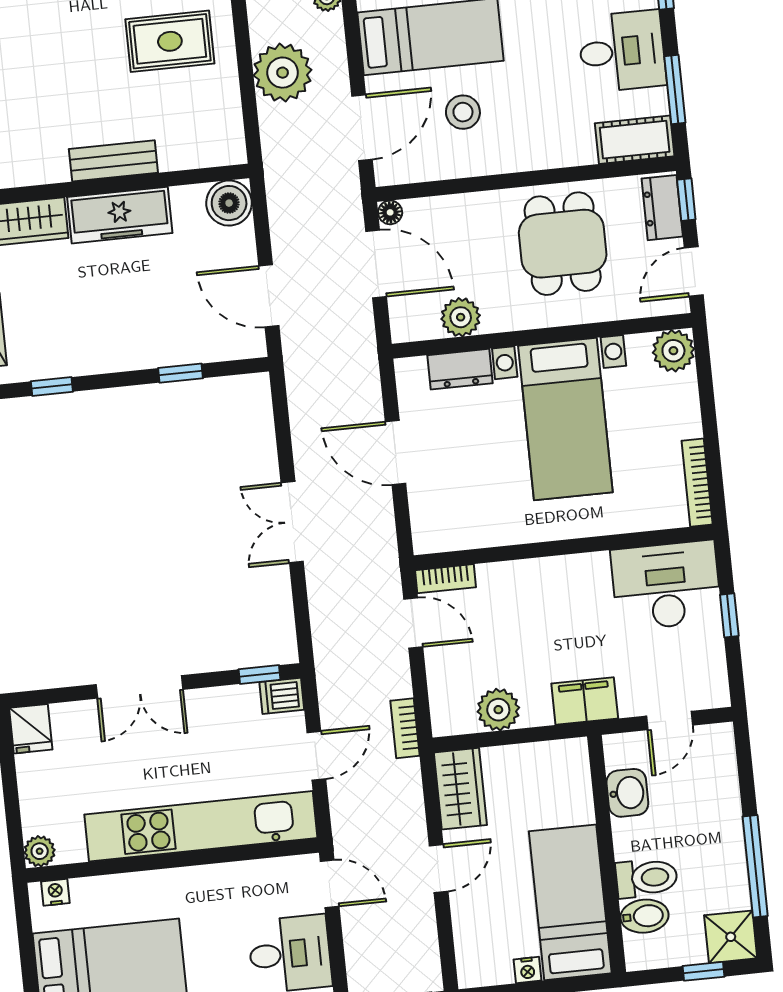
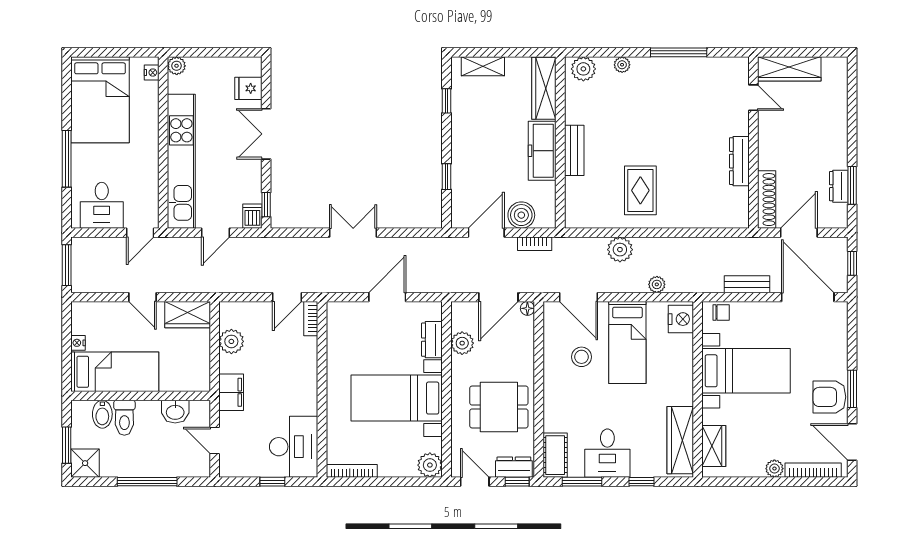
plant: (283, 73) -> (620, 250), width x0.73, depth x0.73
boiler: (229, 203) -> (521, 215), moved
bookcase: (405, 728) -> (535, 244), moved, turned 180
fridge: (31, 729) -> (248, 88), moved
door: (316, 756) -> (216, 233), hinge flipped
window: (755, 866) -> (147, 482), moved
window: (703, 971) -> (67, 445), width x1.50

